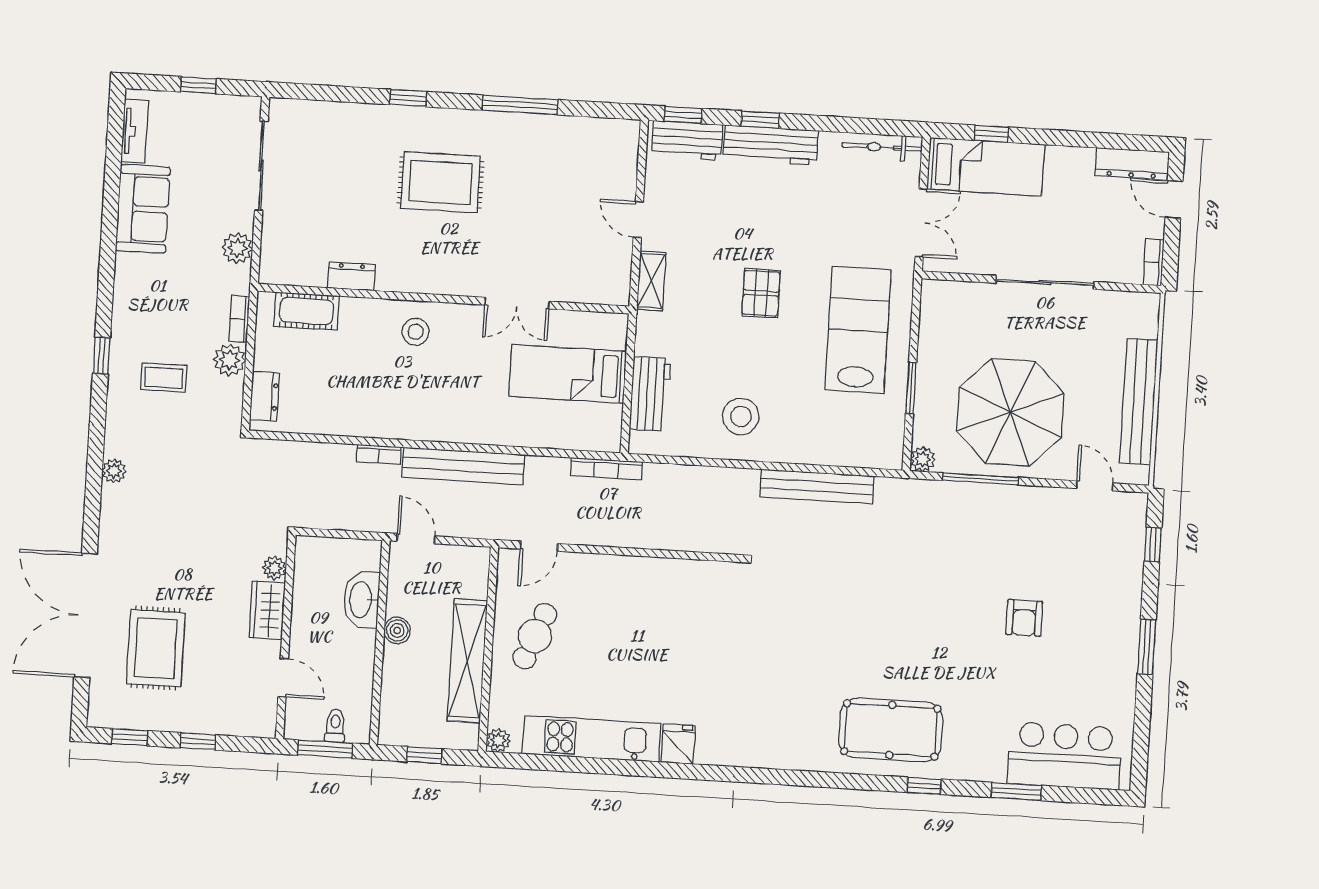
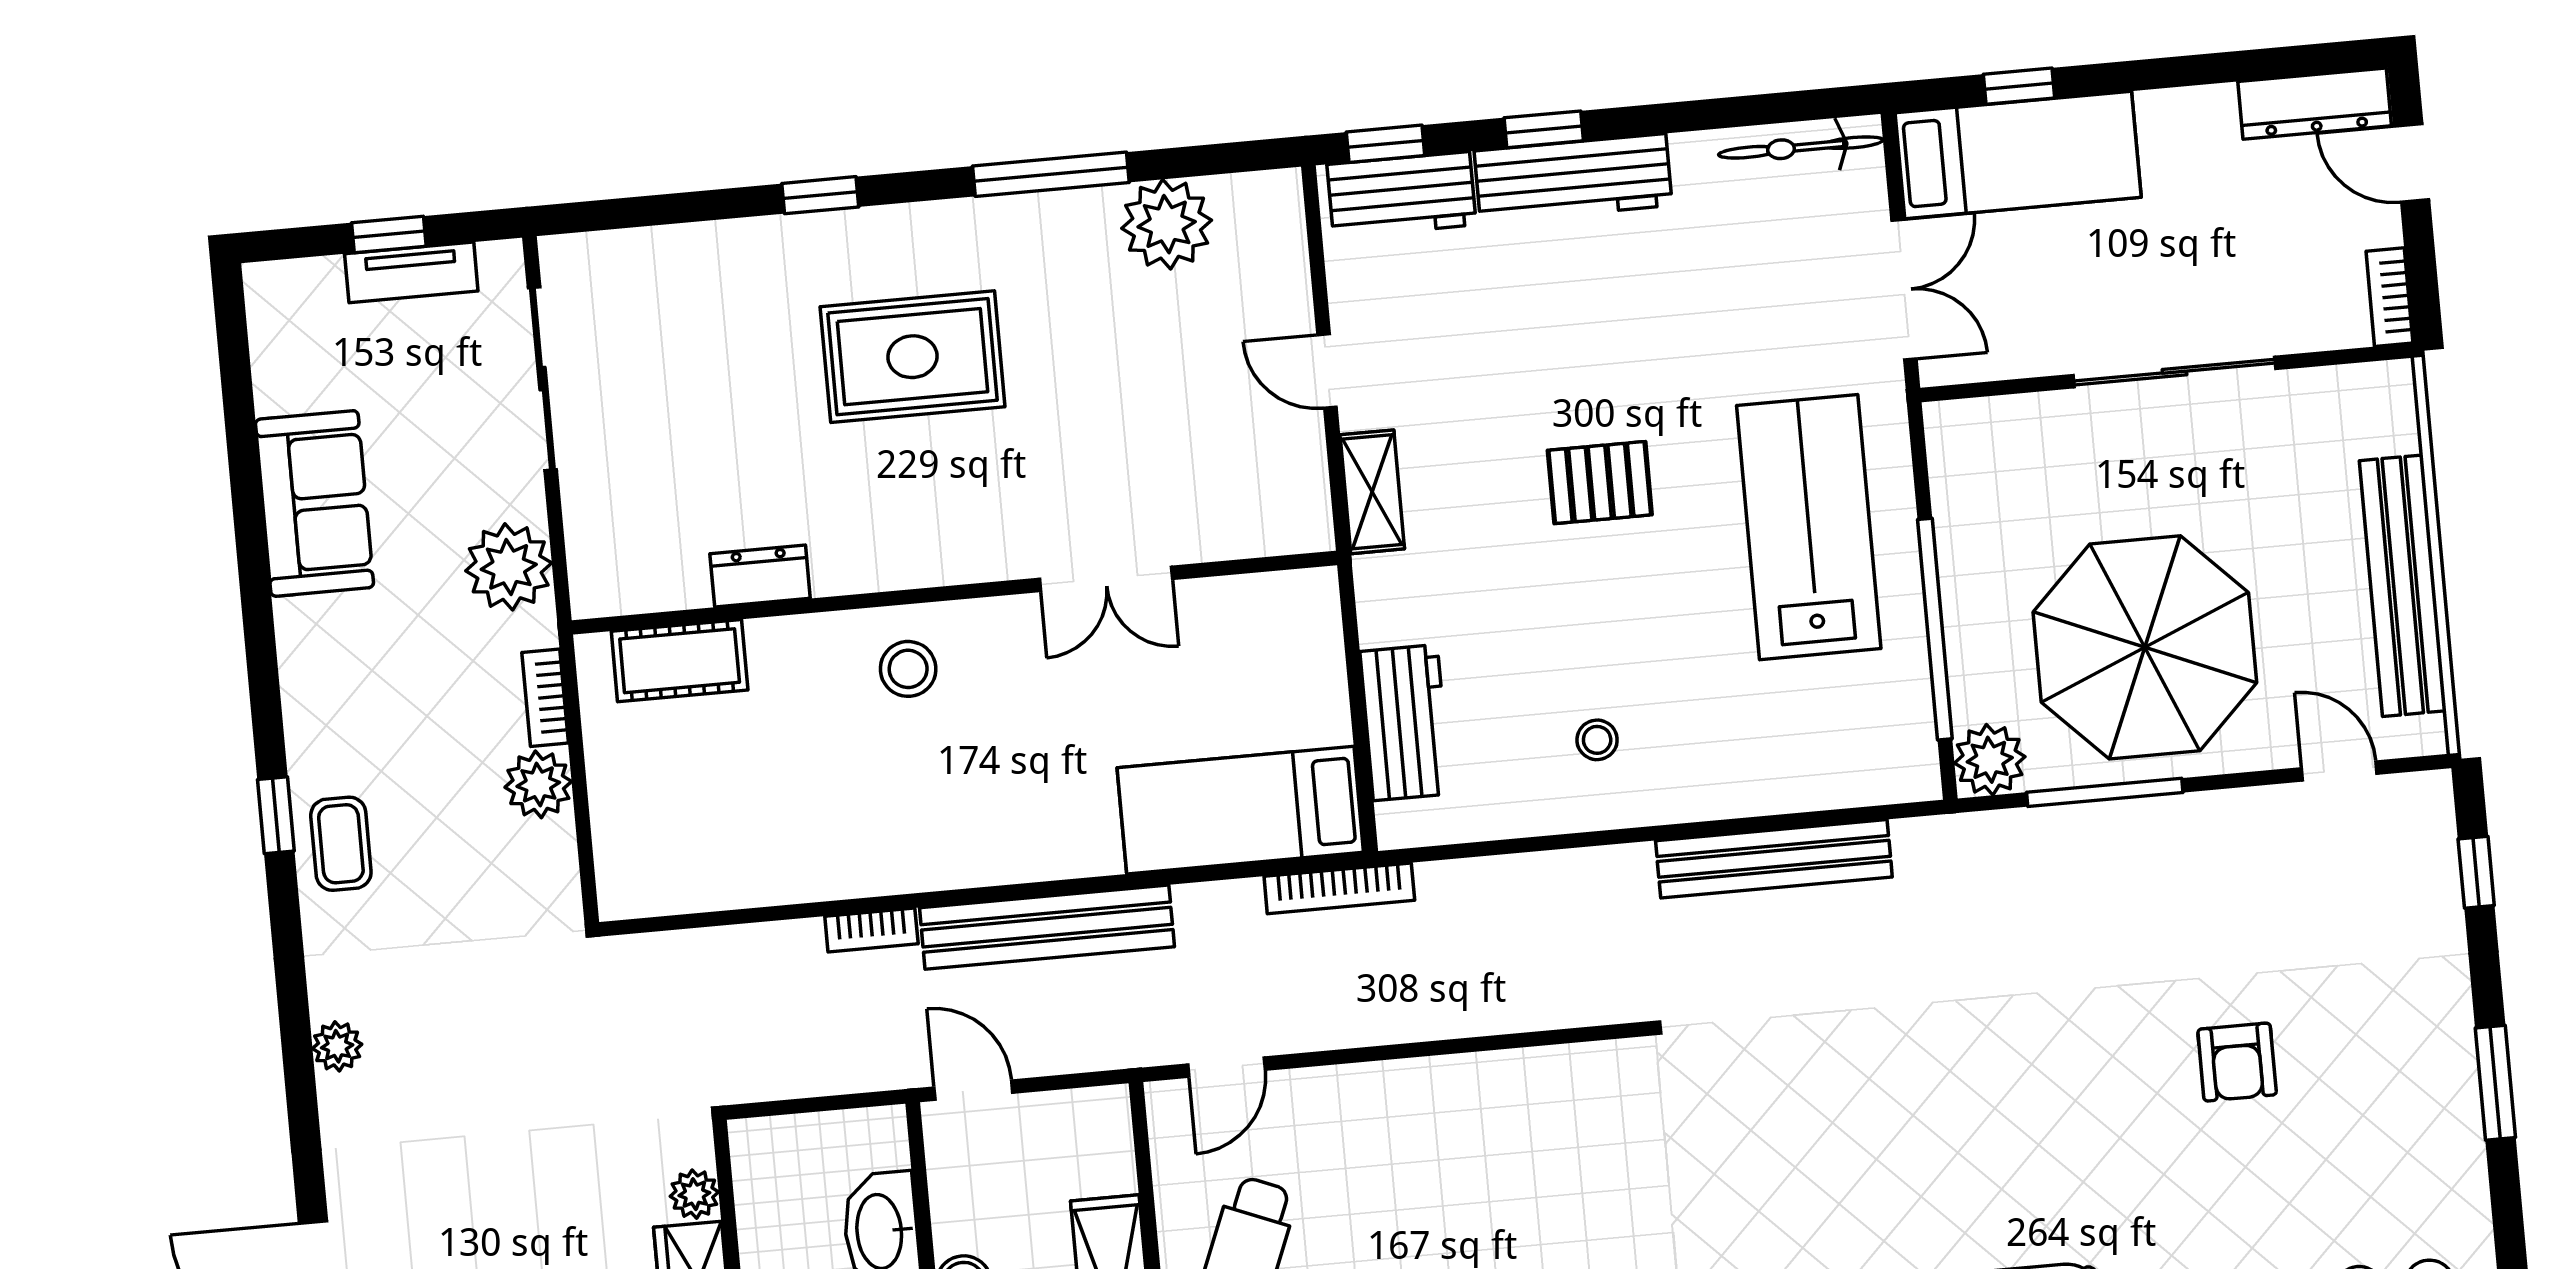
tv unit: (135, 131) -> (411, 272), moved, turned 90
plant: (572, 137) -> (1167, 224), added
plant: (237, 248) -> (509, 567), width x1.36, depth x1.36
pallet: (761, 293) -> (1600, 483), turned 90
bed: (568, 374) -> (1240, 810), moved
coffee table: (164, 378) -> (341, 844), moved, turned 90
window: (911, 388) -> (1935, 629), width x2.11
dresser: (265, 396) -> (621, 847), removed
stool: (741, 416) -> (1597, 740), width x0.53, depth x0.53
plant: (923, 459) -> (1990, 760), width x1.38, depth x1.38

